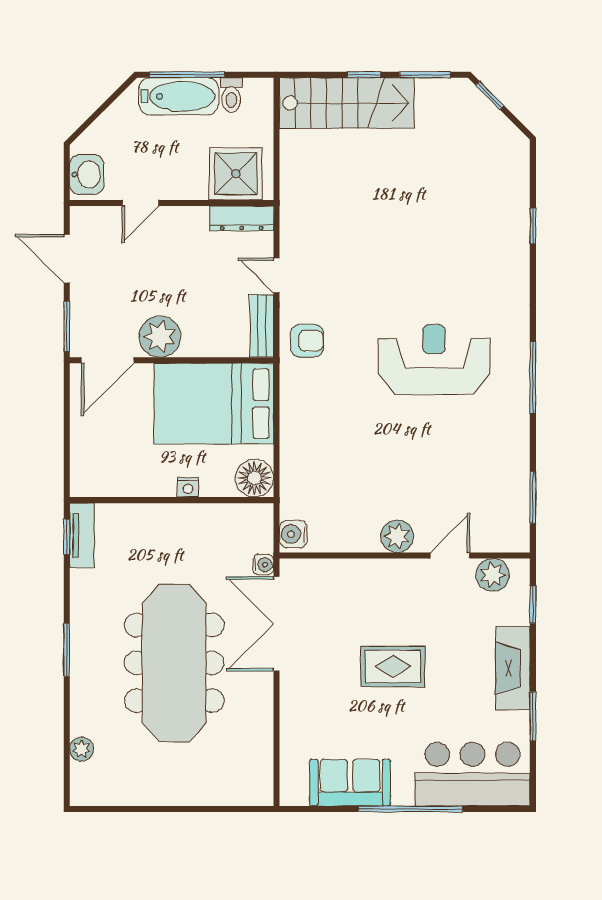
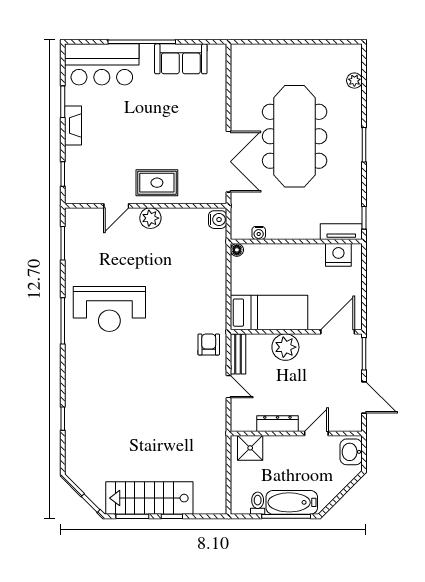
stairs: (347, 103) -> (149, 498), moved
shower: (236, 174) -> (250, 448), width x0.73, depth x0.73
dresser: (242, 218) -> (277, 424), moved
plant: (160, 337) -> (285, 347), moved
armchair: (307, 341) -> (209, 344), turned 90
reception desk: (434, 360) -> (109, 309), moved
bed: (214, 404) -> (269, 313), width x0.67
floor lamp: (254, 478) -> (237, 250), width x0.53, depth x0.53
nightstand: (188, 487) -> (338, 255), moved, width x1.89, depth x1.79
tv unit: (82, 535) -> (341, 232), moved, turned 90
water cooler: (263, 565) -> (259, 233), moved, turned -90
plant: (493, 575) -> (89, 193), removed
rug: (393, 667) -> (157, 183), moved
fireplace: (513, 668) -> (73, 126), width x0.73, depth x0.76

